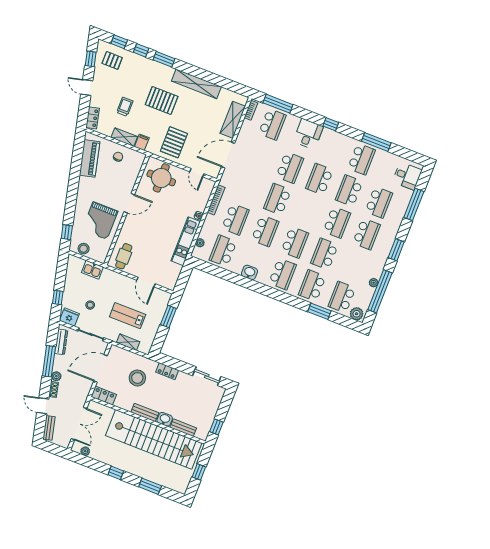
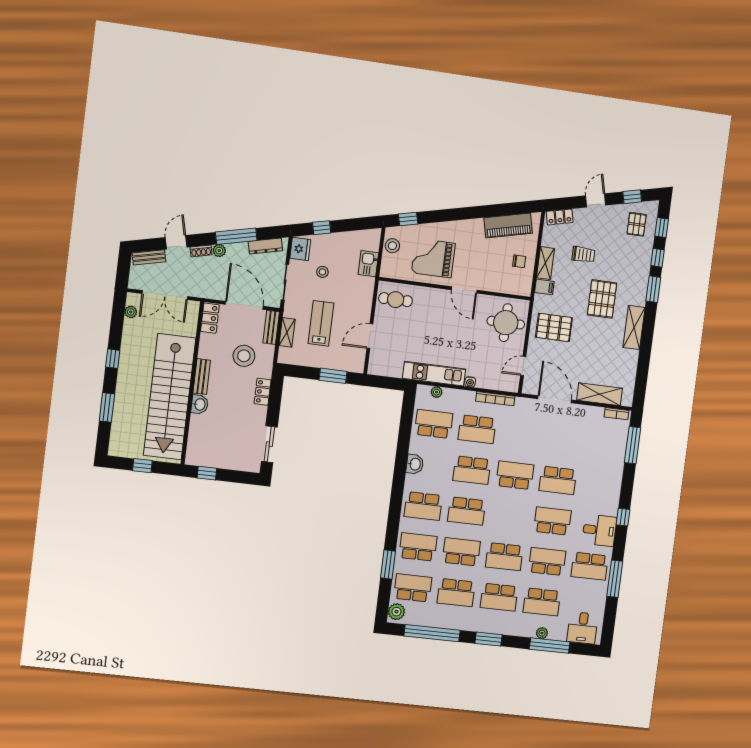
shelving: (196, 84) -> (634, 327), width x0.68
school desk: (272, 124) -> (456, 593), moved
desk: (308, 134) -> (599, 530), moved
plant: (374, 283) -> (542, 633), moved
bench: (183, 428) -> (271, 327), moved

